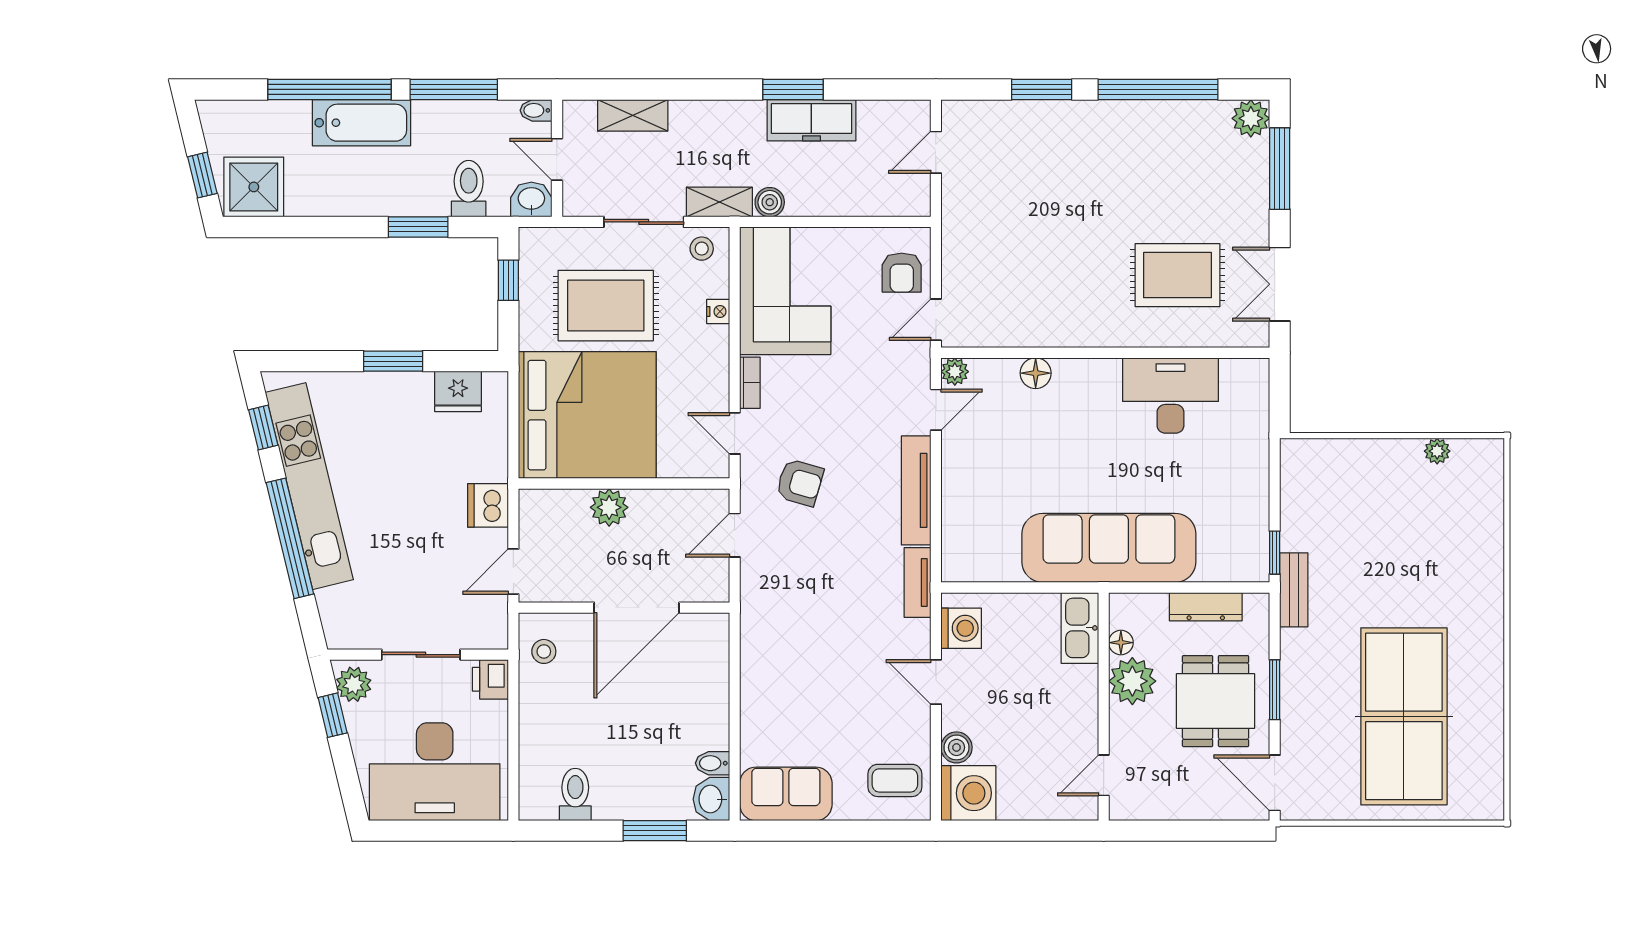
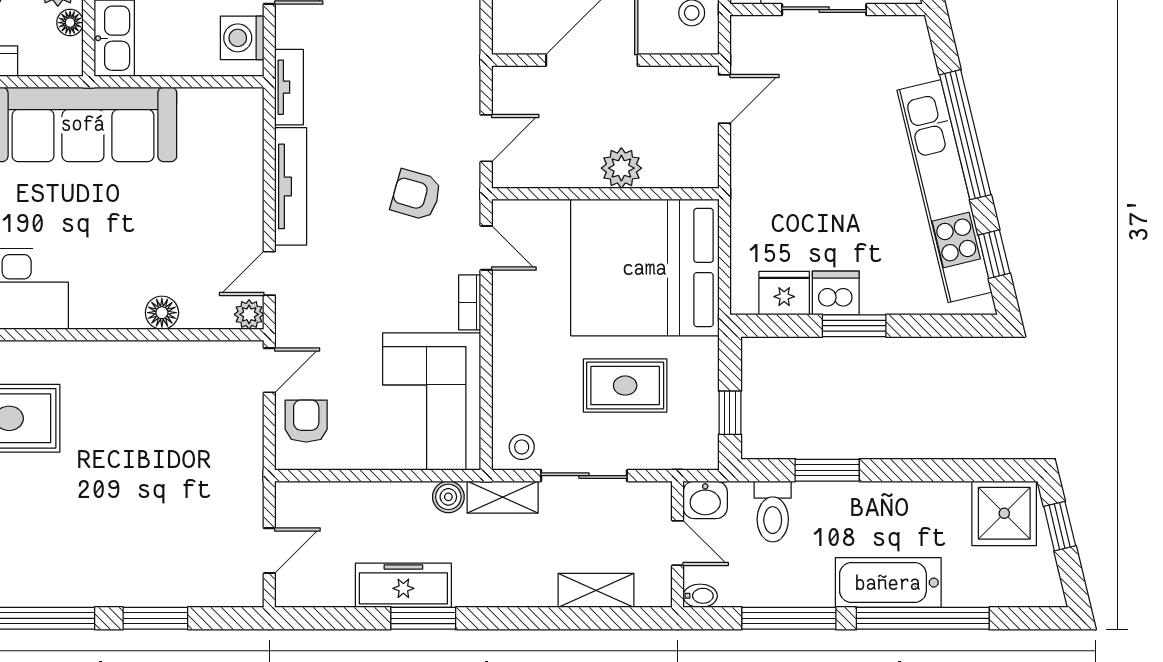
rug: (606, 306) -> (625, 386), width x0.73, depth x0.70
nightstand: (718, 312) -> (504, 379), removed
dishwasher: (488, 505) -> (836, 293), moved, turned -90

